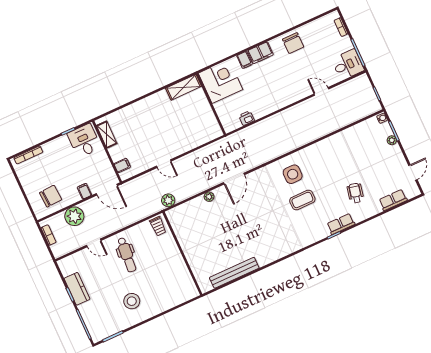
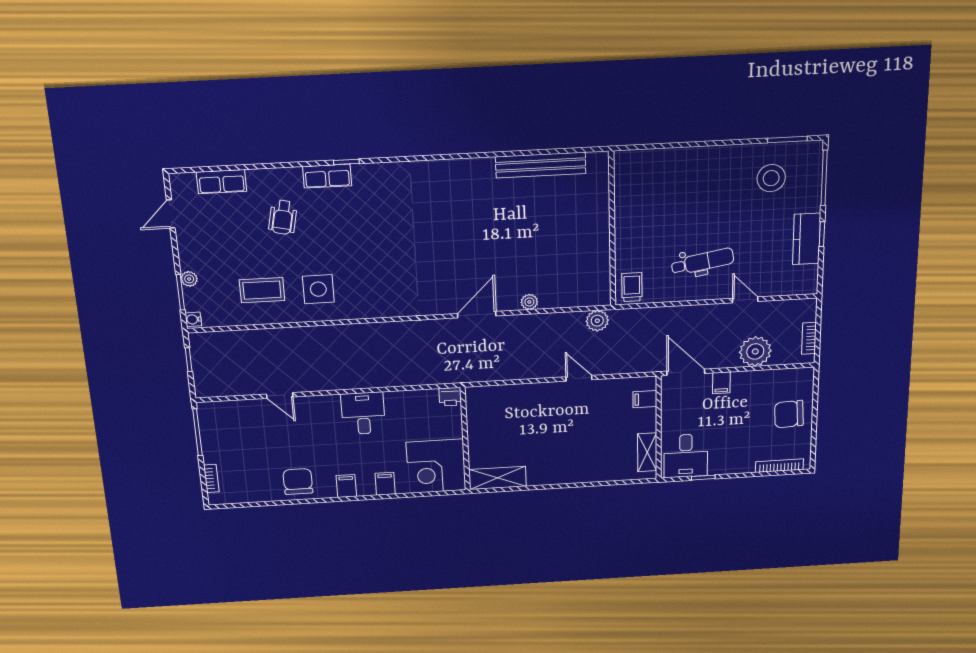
filing cabinet: (260, 53) -> (346, 486), width x0.50
desk: (348, 65) -> (363, 413), moved, turned 90
printer: (247, 118) -> (450, 397), moved
side table: (293, 174) -> (318, 289), moved
chair: (51, 196) -> (789, 414), moved
coffee table: (302, 200) -> (262, 290), moved
dental chair: (127, 255) -> (703, 262), turned 75
stool: (132, 301) -> (771, 178), moved

